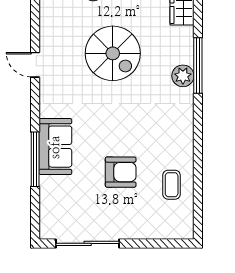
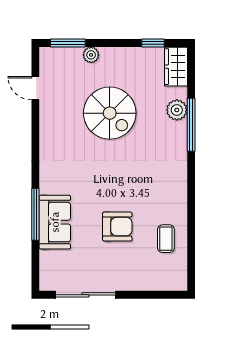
door: (35, 65) -> (35, 88), moved
plant: (183, 76) -> (177, 110), moved
sofa: (55, 147) -> (55, 222), moved

